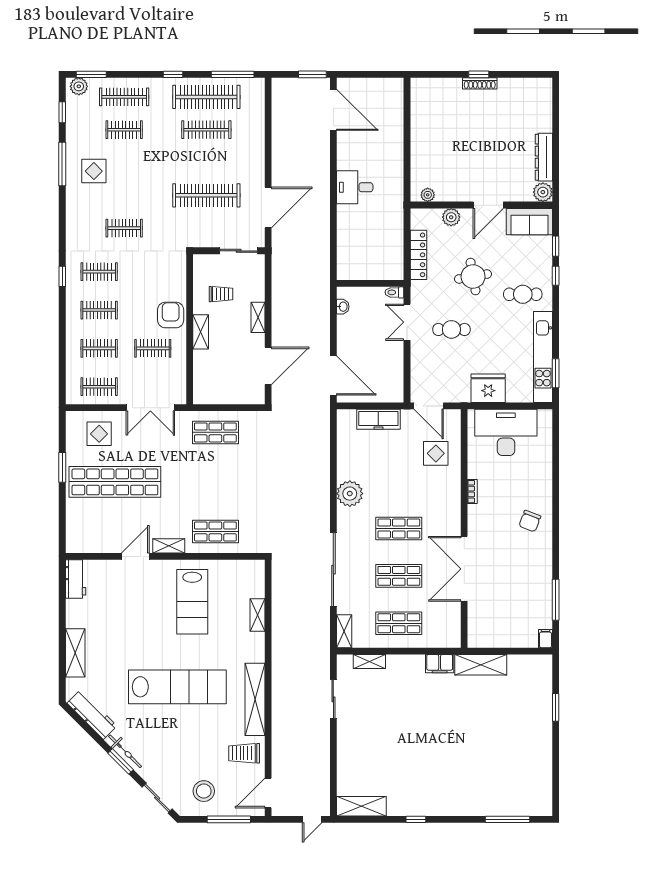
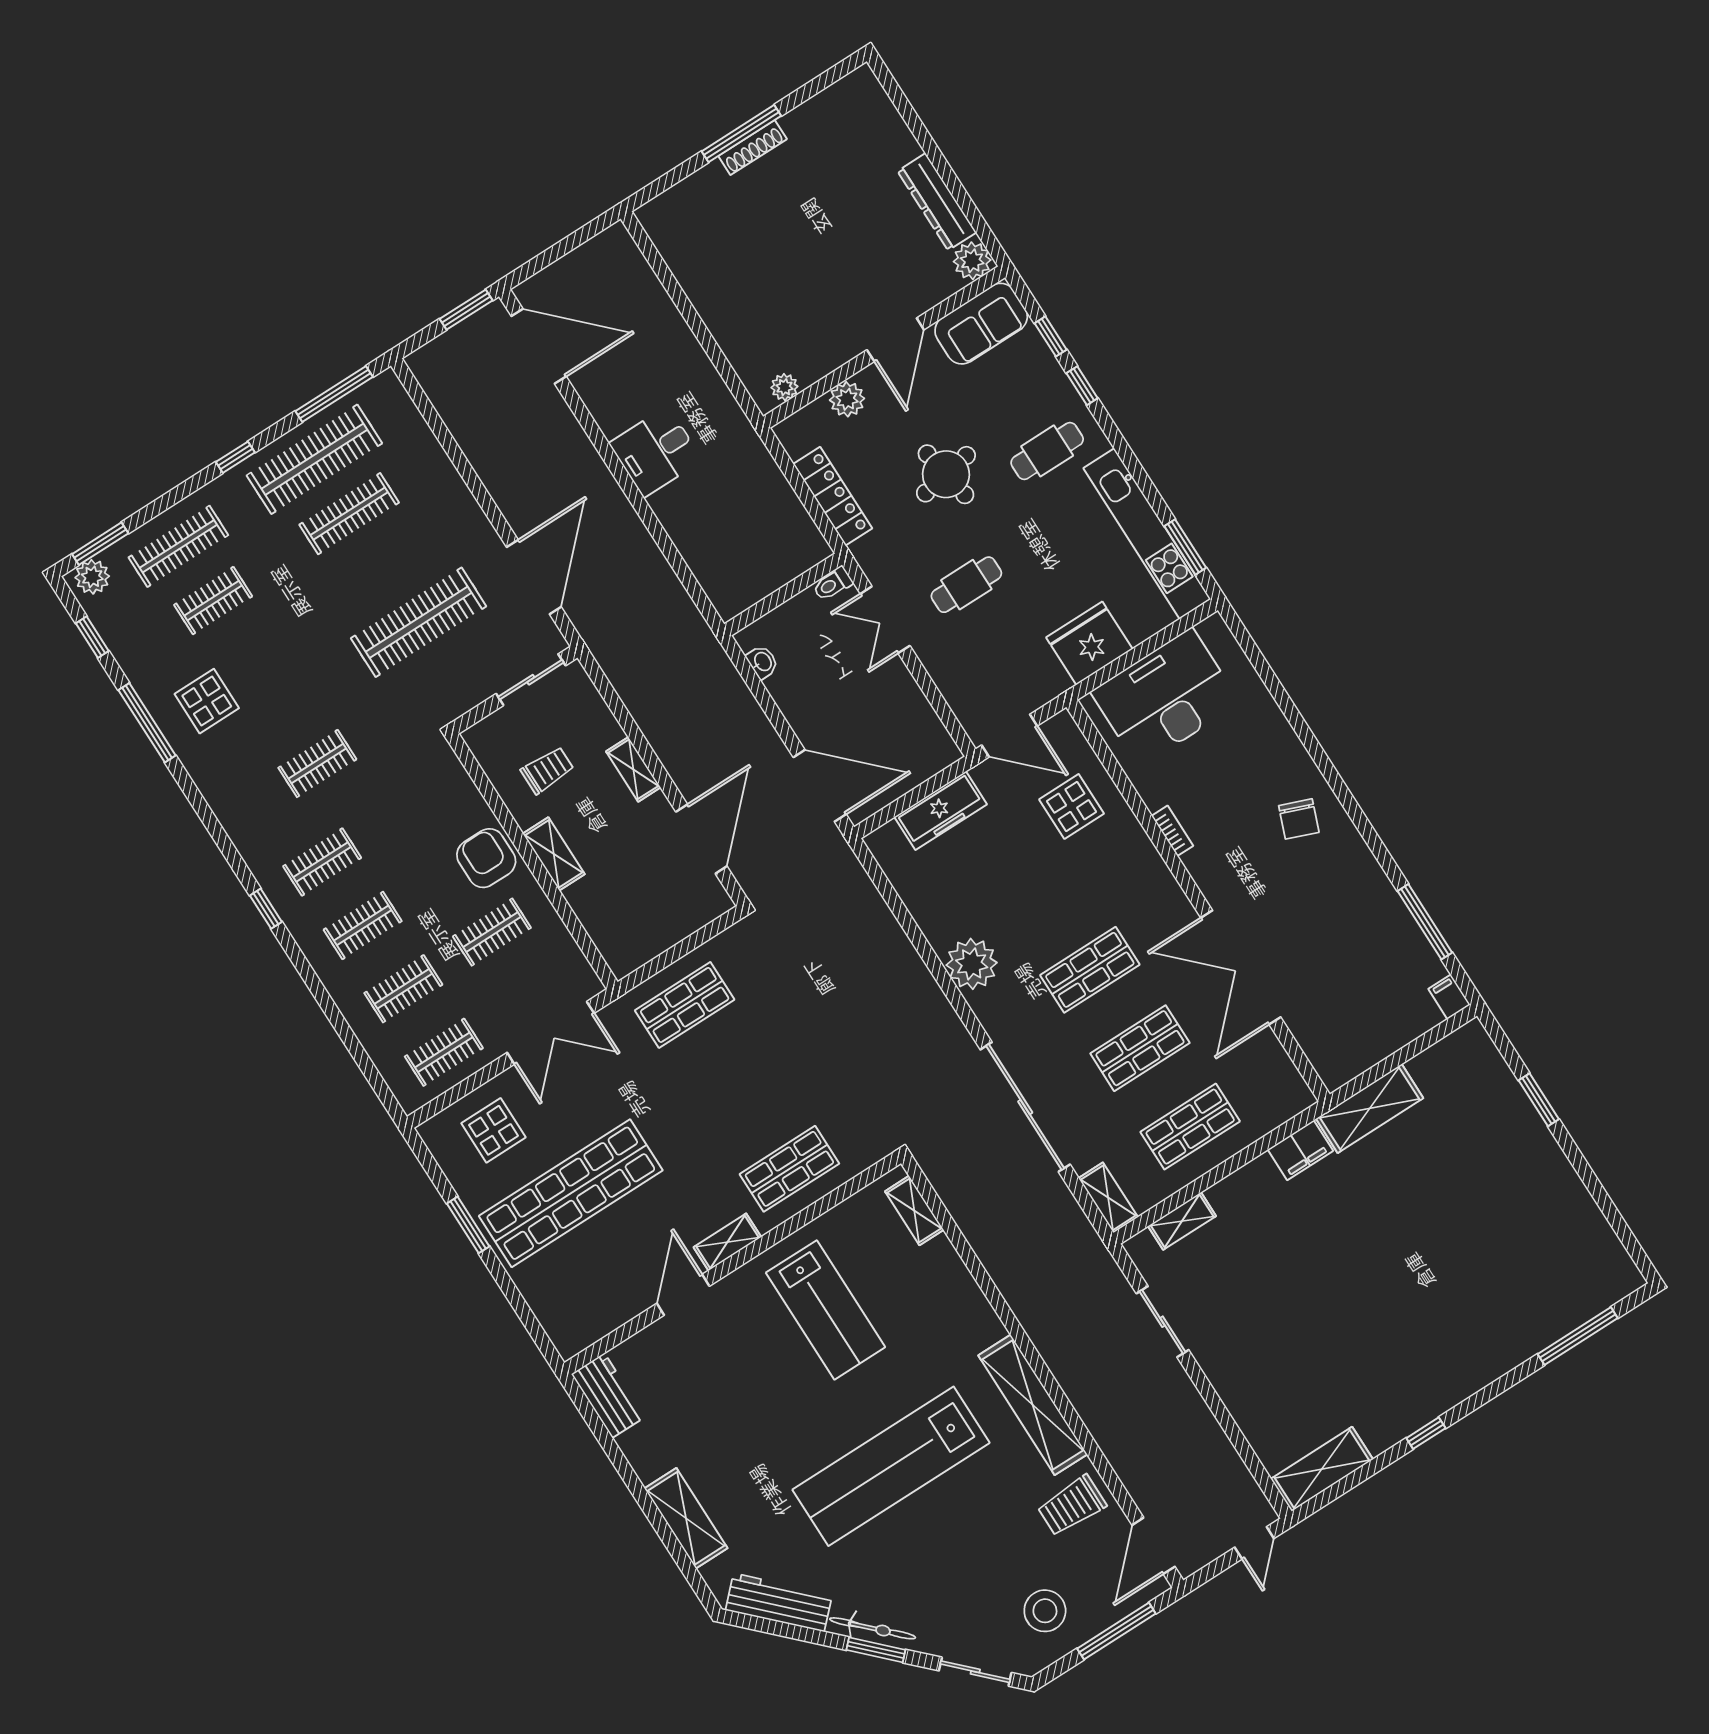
window: (479, 74) -> (741, 134), width x2.17
shelving: (257, 615) -> (914, 1211), moved
lab bench: (177, 687) -> (891, 1466), turned 180

